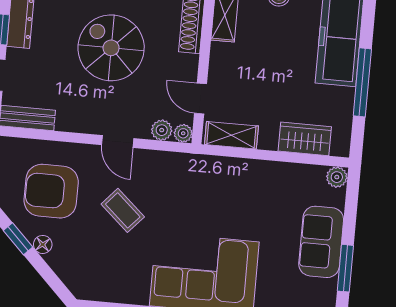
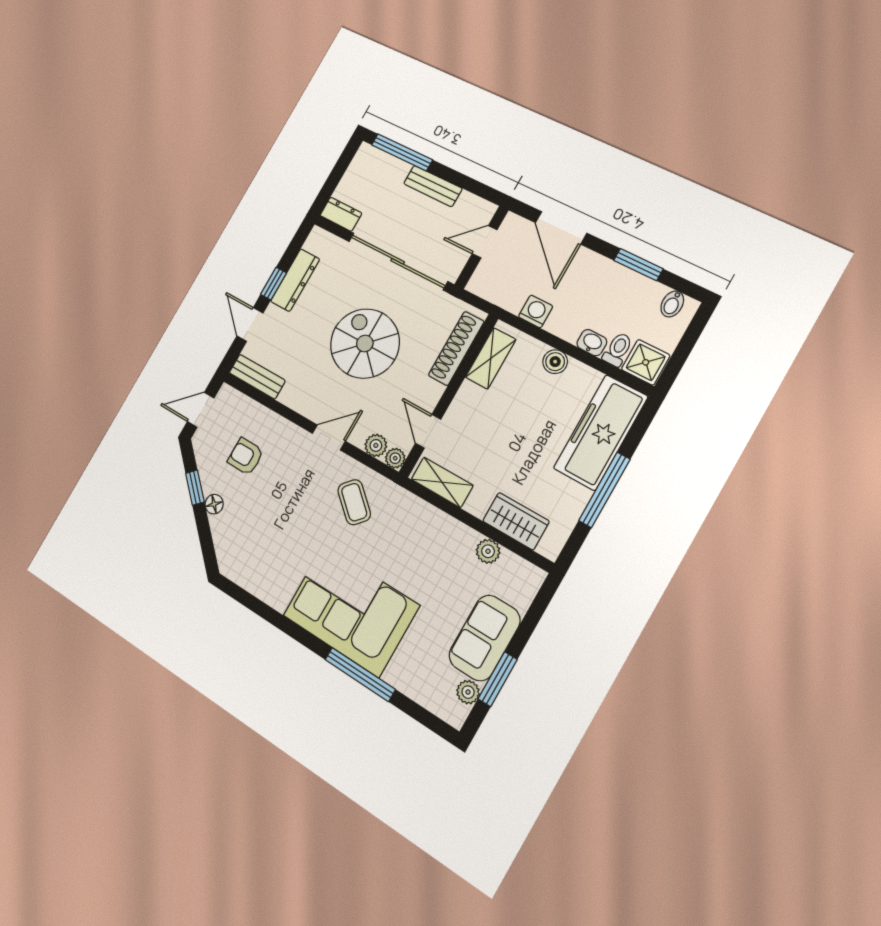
door: (118, 142) -> (329, 437), swing flipped
plant: (337, 177) -> (488, 551), moved
armchair: (51, 191) -> (246, 456), width x0.53, depth x0.53
coffee table: (123, 210) -> (354, 502), moved
plant: (327, 290) -> (468, 692), added

